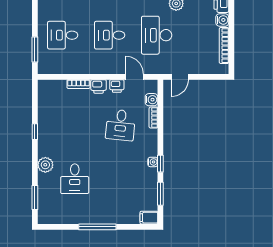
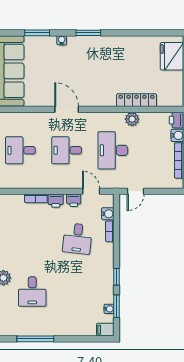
water cooler: (153, 162) -> (109, 309), moved
window: (97, 227) -> (35, 339), moved

